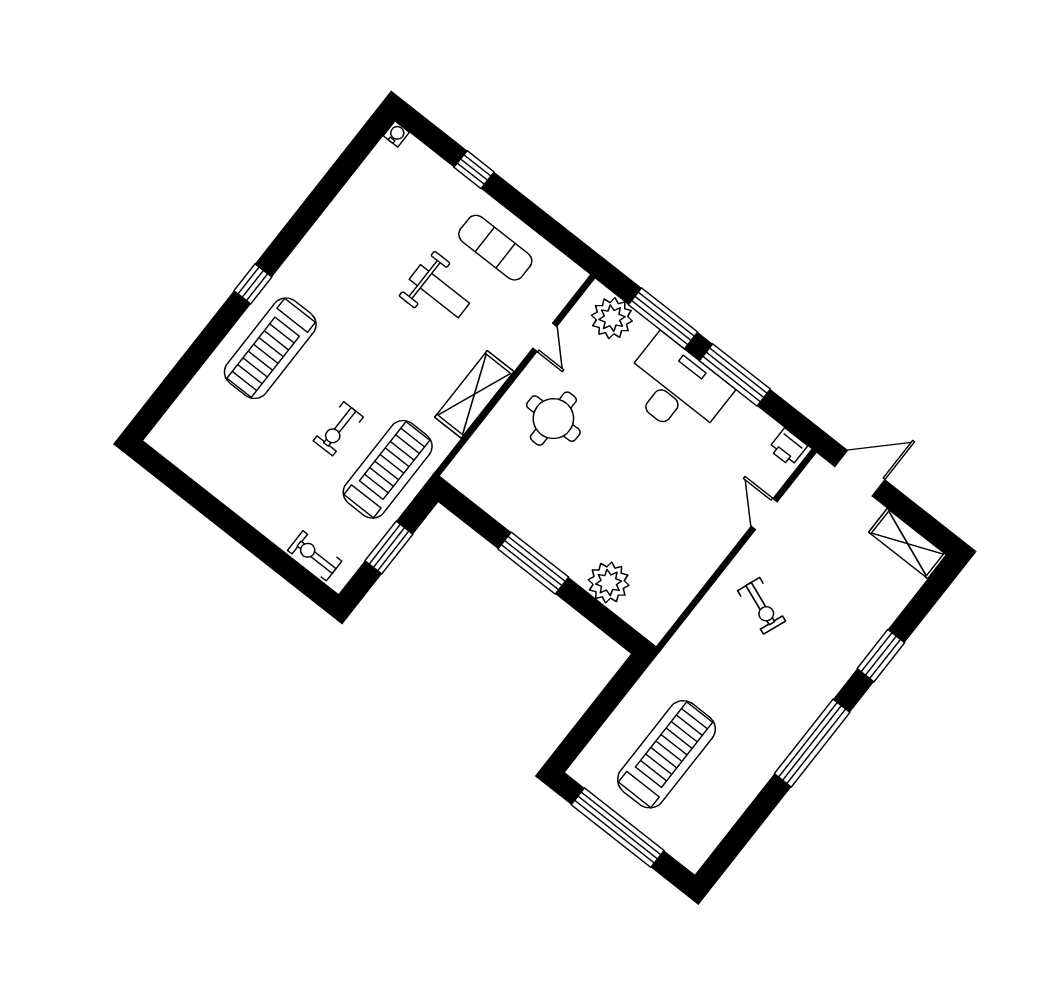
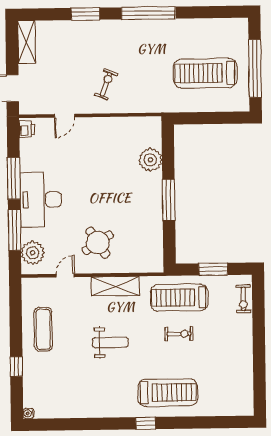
weight bench: (439, 291) -> (110, 342), moved, turned 90
round table: (553, 419) -> (98, 243), turned -33

